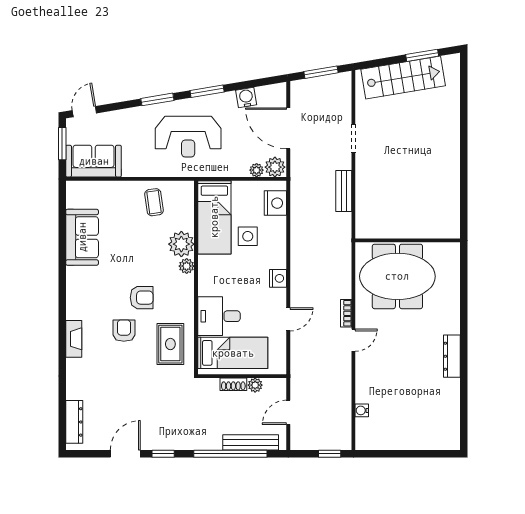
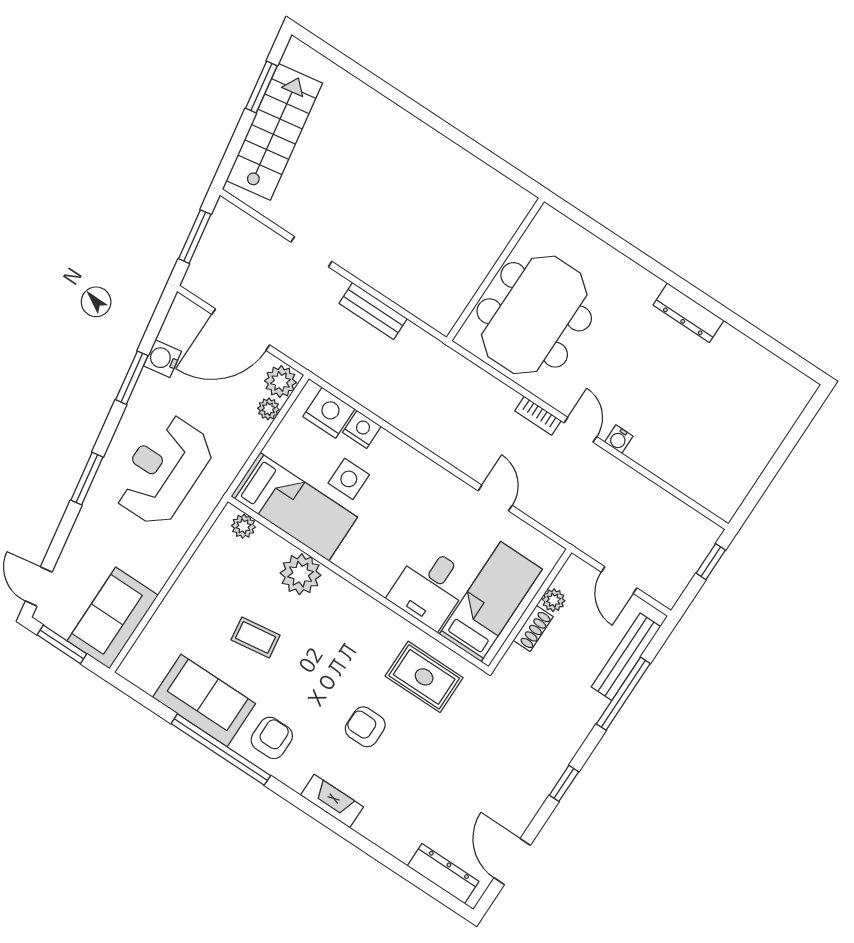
window: (207, 91) -> (132, 378), moved
reception desk: (188, 137) -> (163, 470), turned 180
coffee table: (154, 202) -> (256, 637), moved
window: (62, 263) -> (221, 750), added
plant: (187, 266) -> (243, 526), moved
nightstand: (278, 278) -> (362, 429), moved
armchair: (142, 298) -> (272, 738), moved
water cooler: (362, 410) -> (619, 439), moved
door: (125, 454) -> (512, 862), moved
window: (230, 454) -> (623, 694), width x0.68

